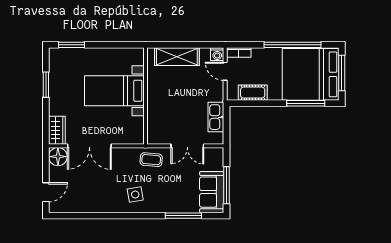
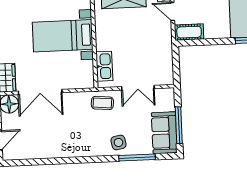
cot: (253, 93) -> (189, 32), moved
kitchen sink: (216, 117) -> (104, 66), moved, turned 180
side table: (135, 195) -> (118, 142), moved

